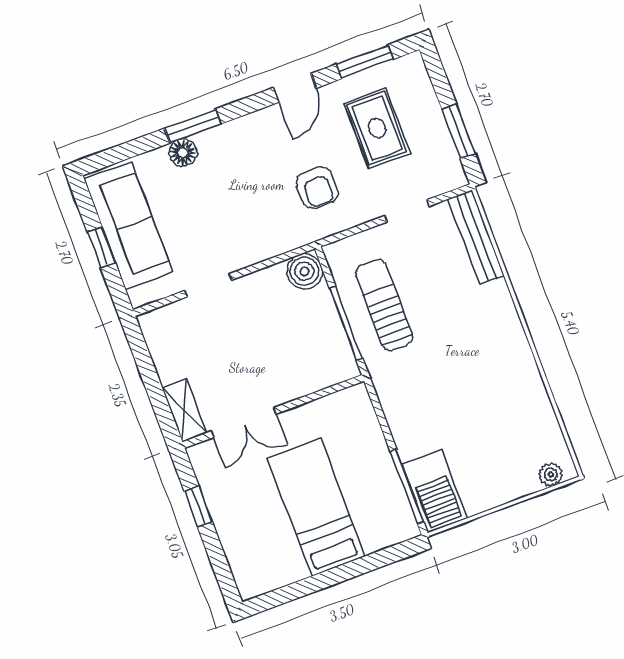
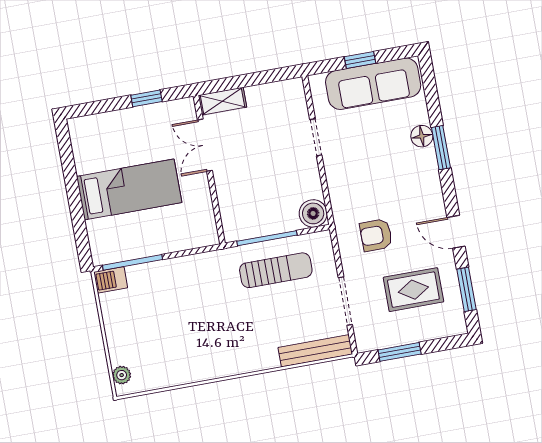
doorway: (407, 211) -> (345, 301), width x1.38
barbecue: (435, 491) -> (111, 280), width x0.53, depth x0.65

